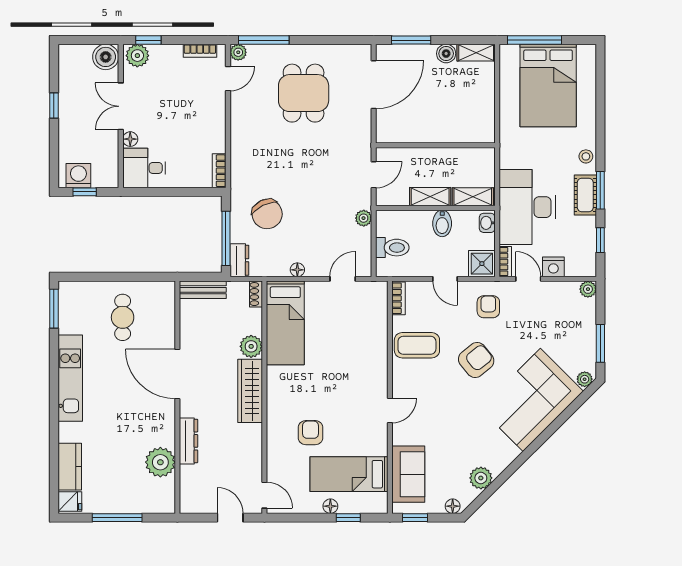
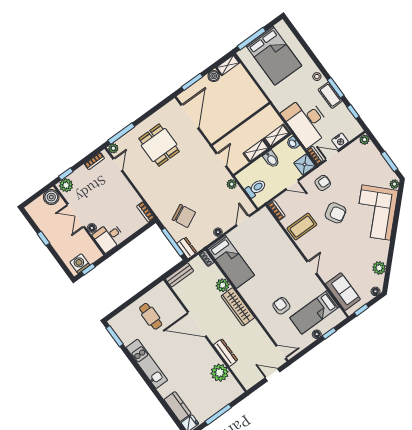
armchair: (488, 307) -> (323, 183), turned 90
armchair: (476, 360) -> (336, 213), turned 99

